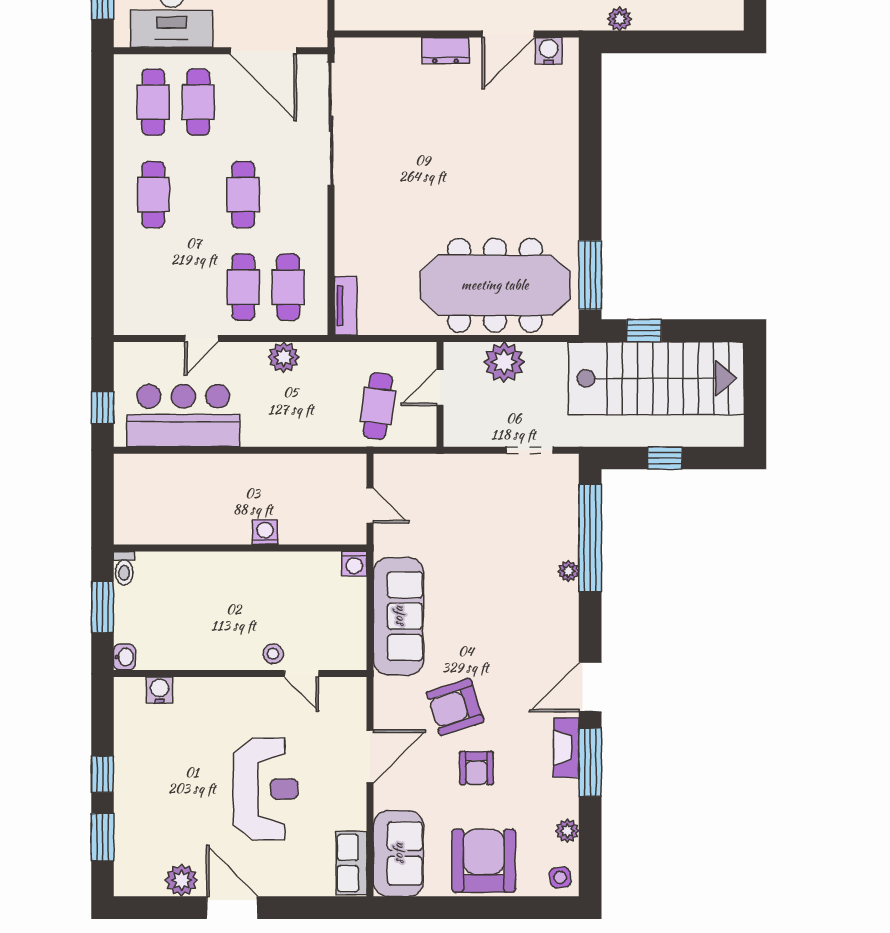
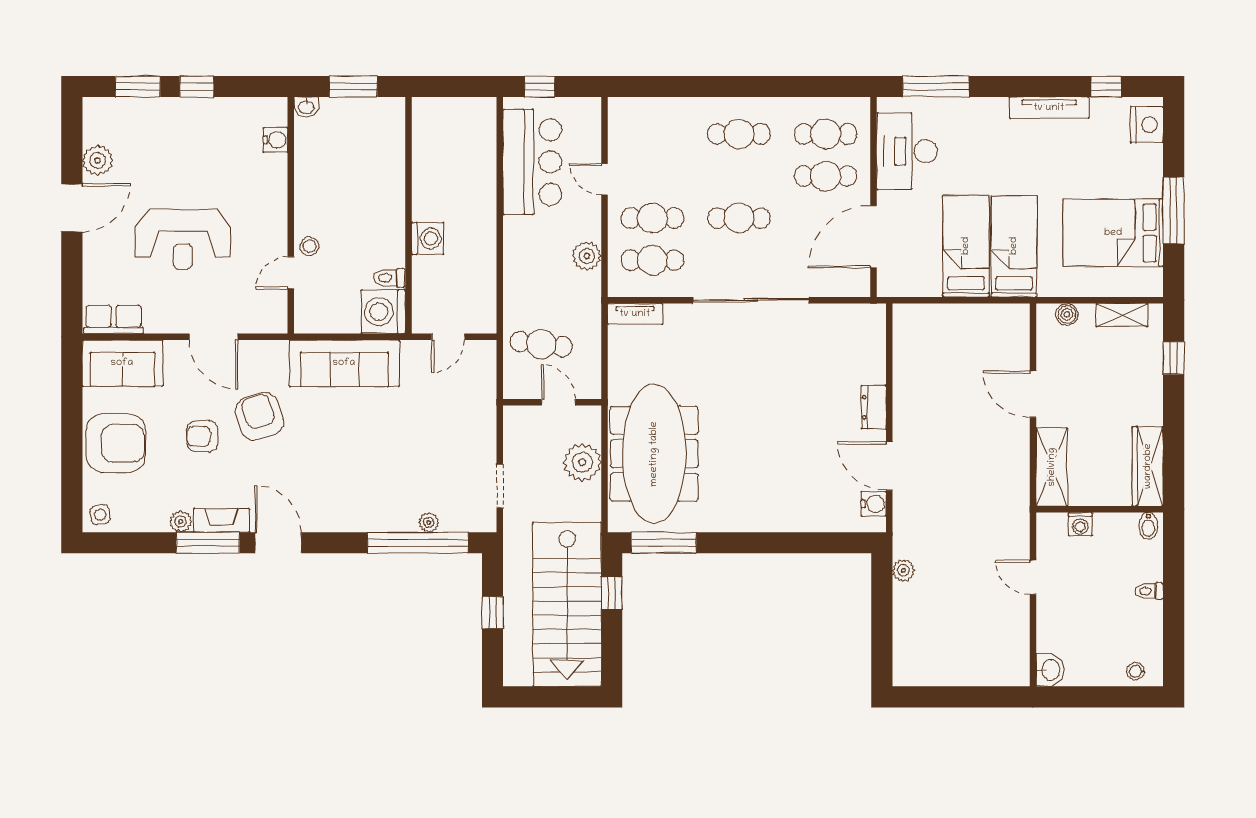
sliding door: (331, 124) -> (751, 300), moved
washing machine: (265, 532) -> (428, 238), width x1.38, depth x1.38
washing machine: (354, 564) -> (383, 312), width x1.89, depth x1.89
toilet: (124, 568) -> (390, 278), moved
plant: (568, 571) -> (429, 522), moved
plant: (567, 831) -> (181, 521), moved

